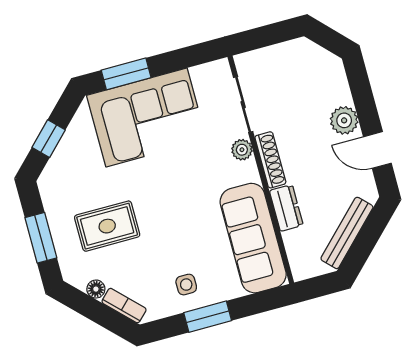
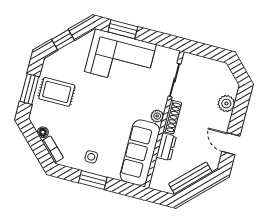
plant: (344, 120) -> (226, 103), moved
plant: (242, 150) -> (157, 116), moved
rug: (107, 226) -> (57, 92), moved

